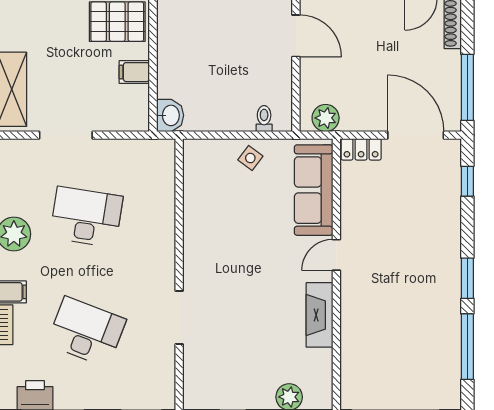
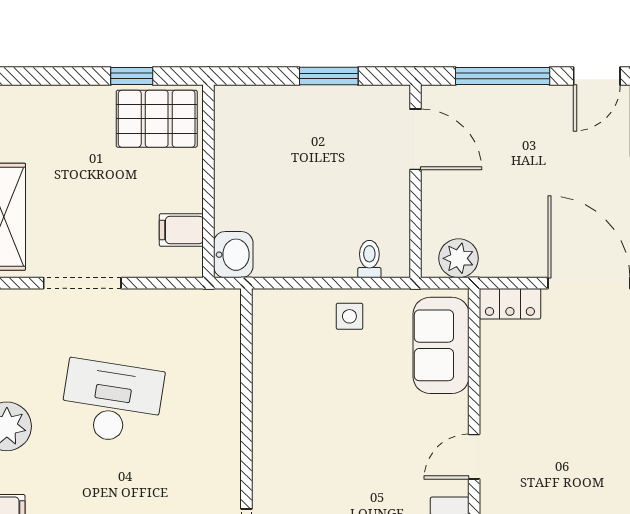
filing cabinet: (134, 72) -> (181, 230), moved
side table: (250, 158) -> (349, 316), turned -37
sofa: (314, 190) -> (441, 345), width x0.73

